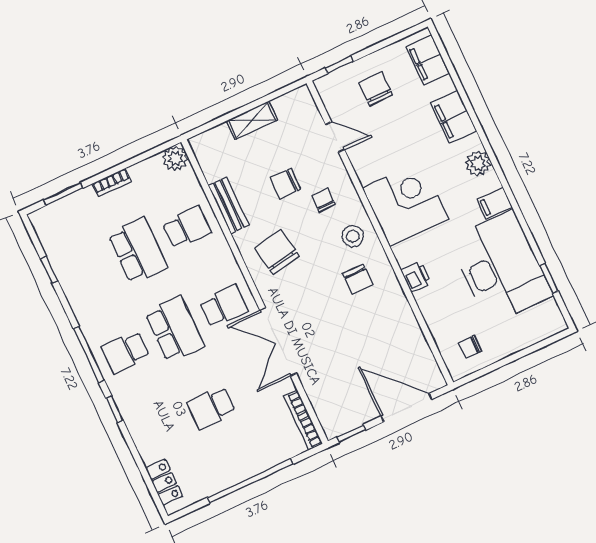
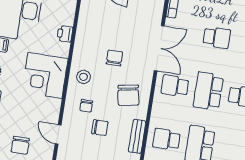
chair: (358, 279) -> (114, 58), moved

